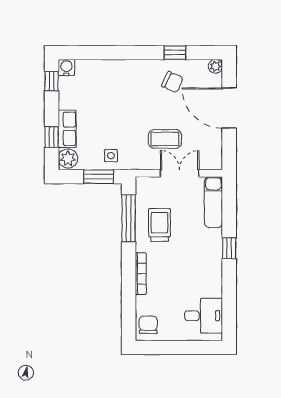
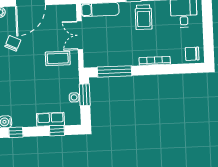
coffee table: (165, 139) -> (58, 58), moved, turned 90
side table: (111, 156) -> (74, 97), moved
plant: (68, 158) -> (72, 118), removed
trolley: (160, 225) -> (144, 17), moved, turned -90

